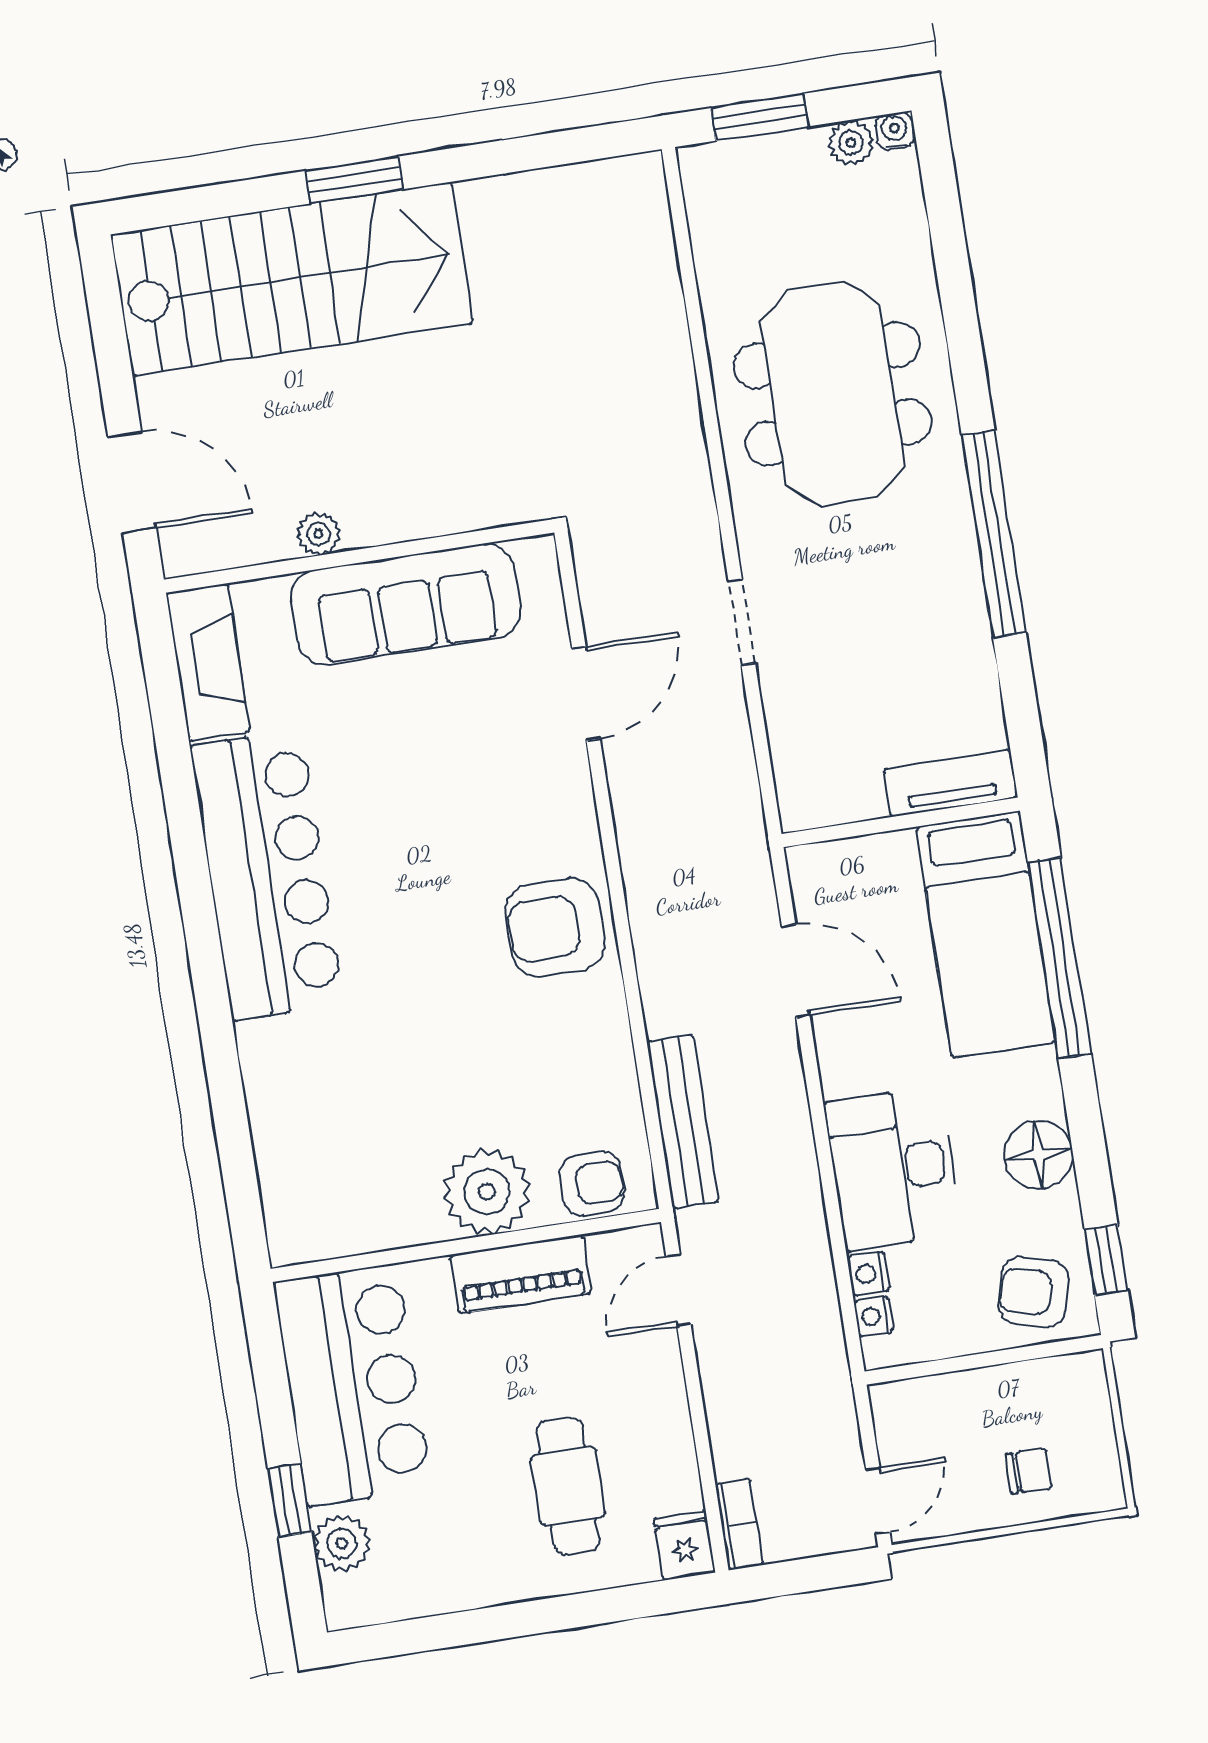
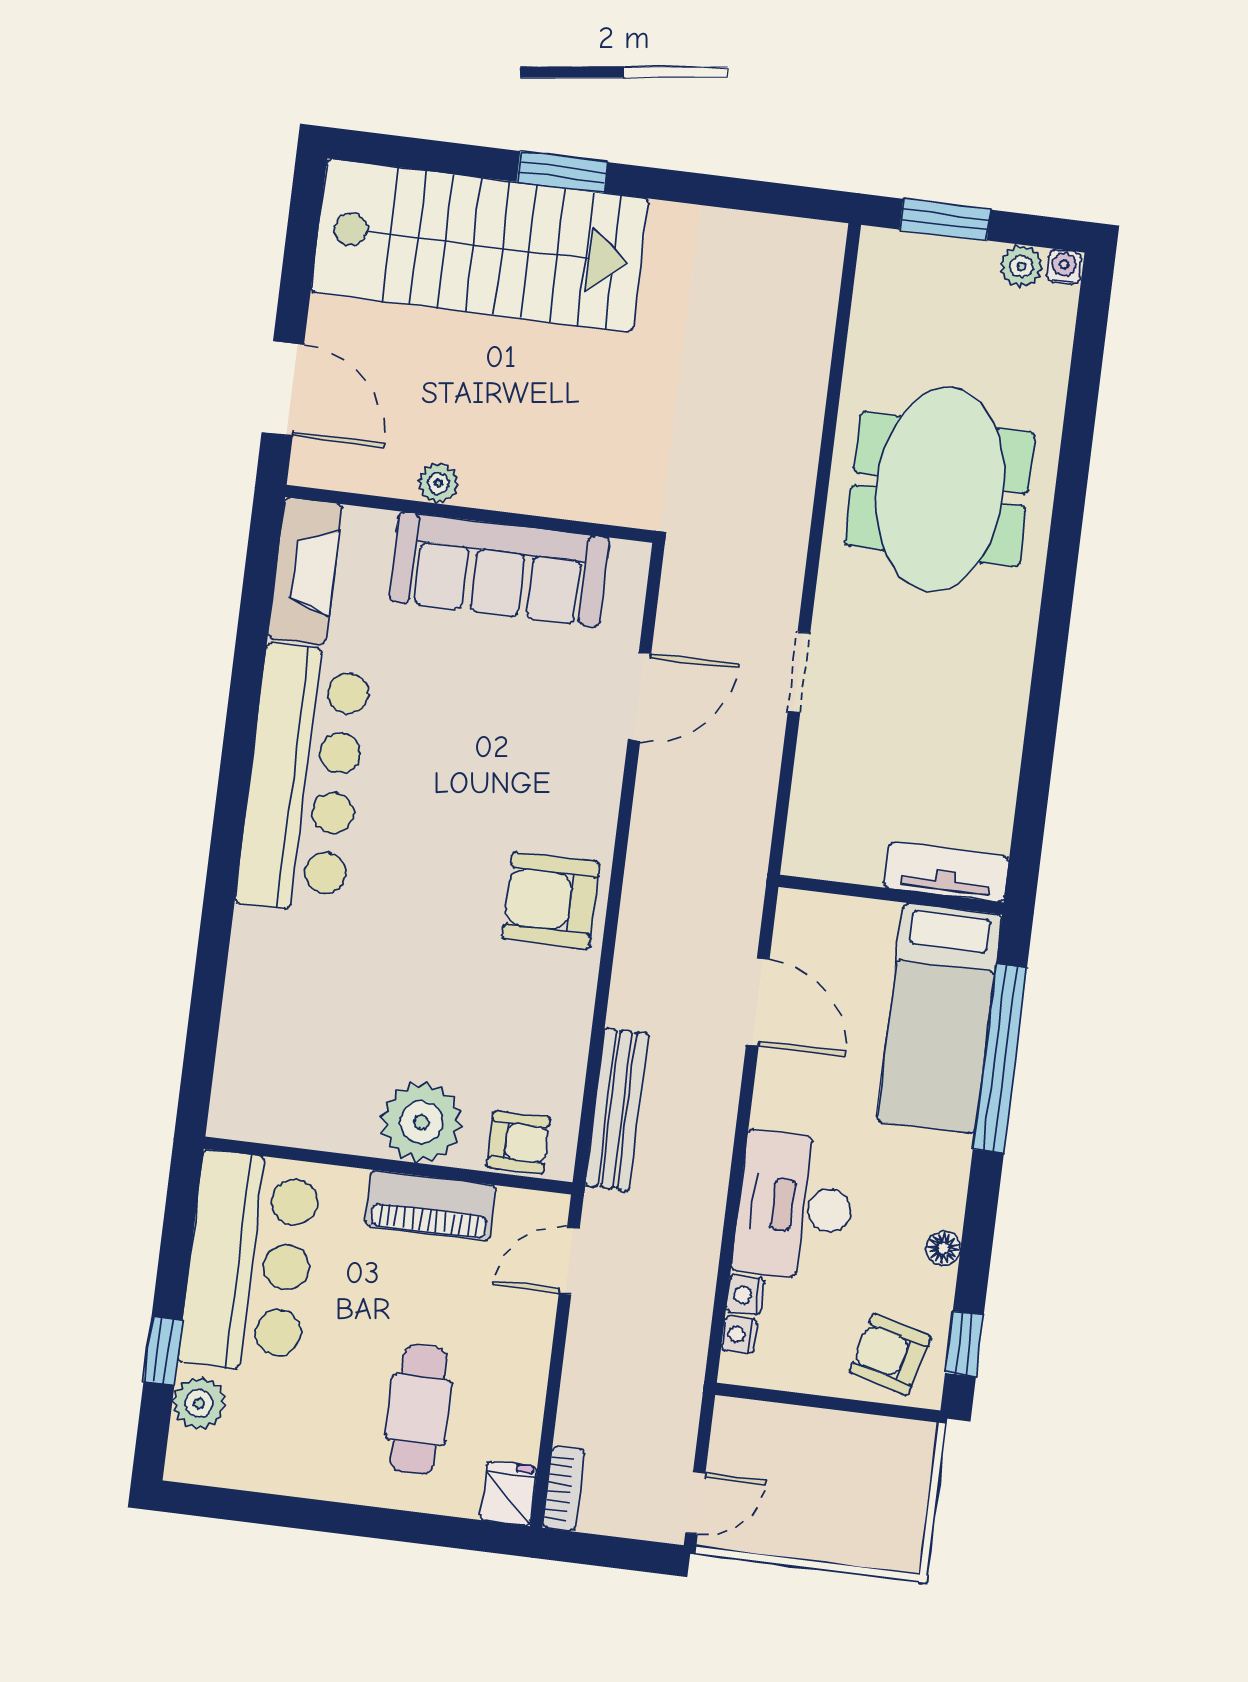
window: (994, 534) -> (1050, 657), removed
floor lamp: (1038, 1155) -> (943, 1248), width x0.53, depth x0.53
chair: (1029, 1471) -> (840, 1515), removed

